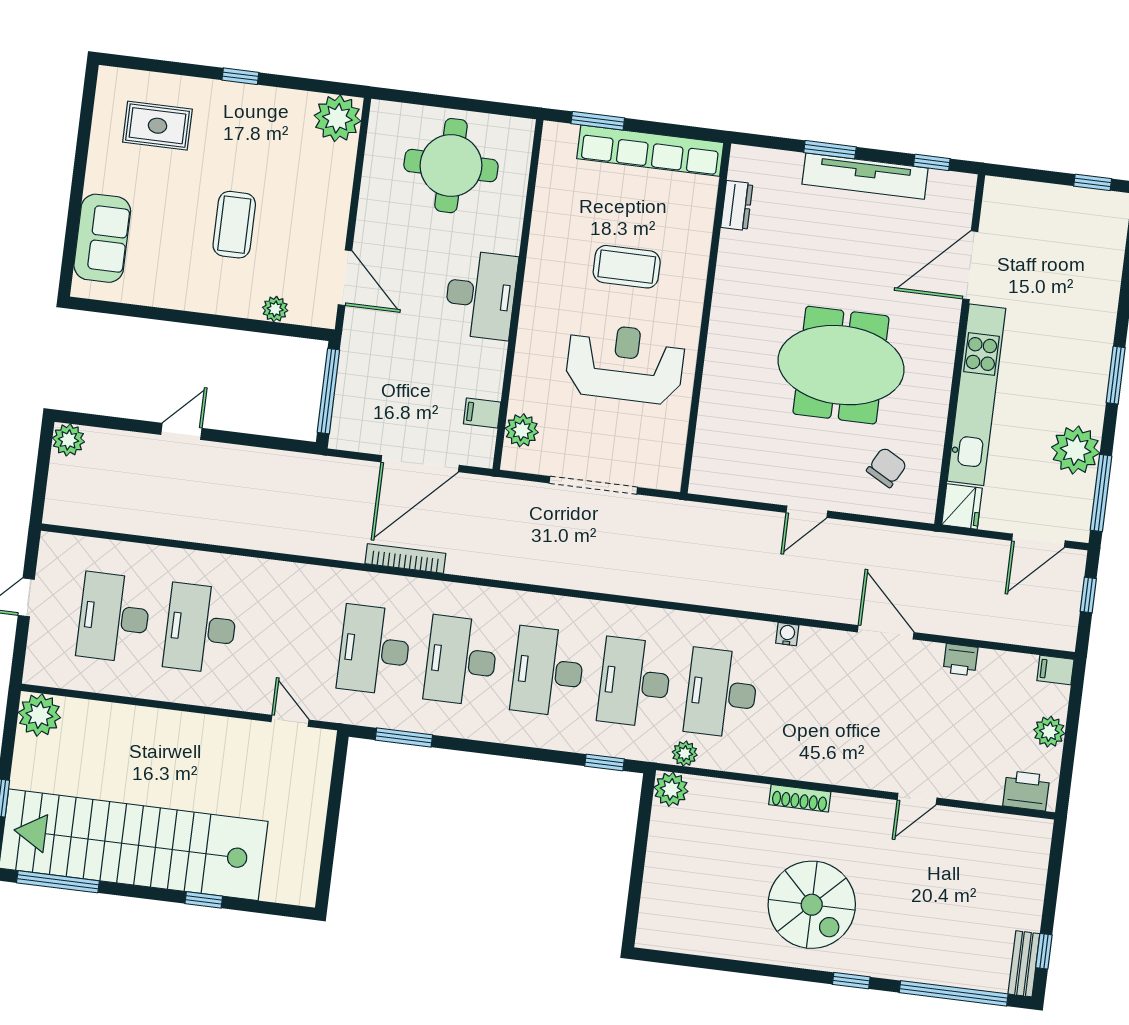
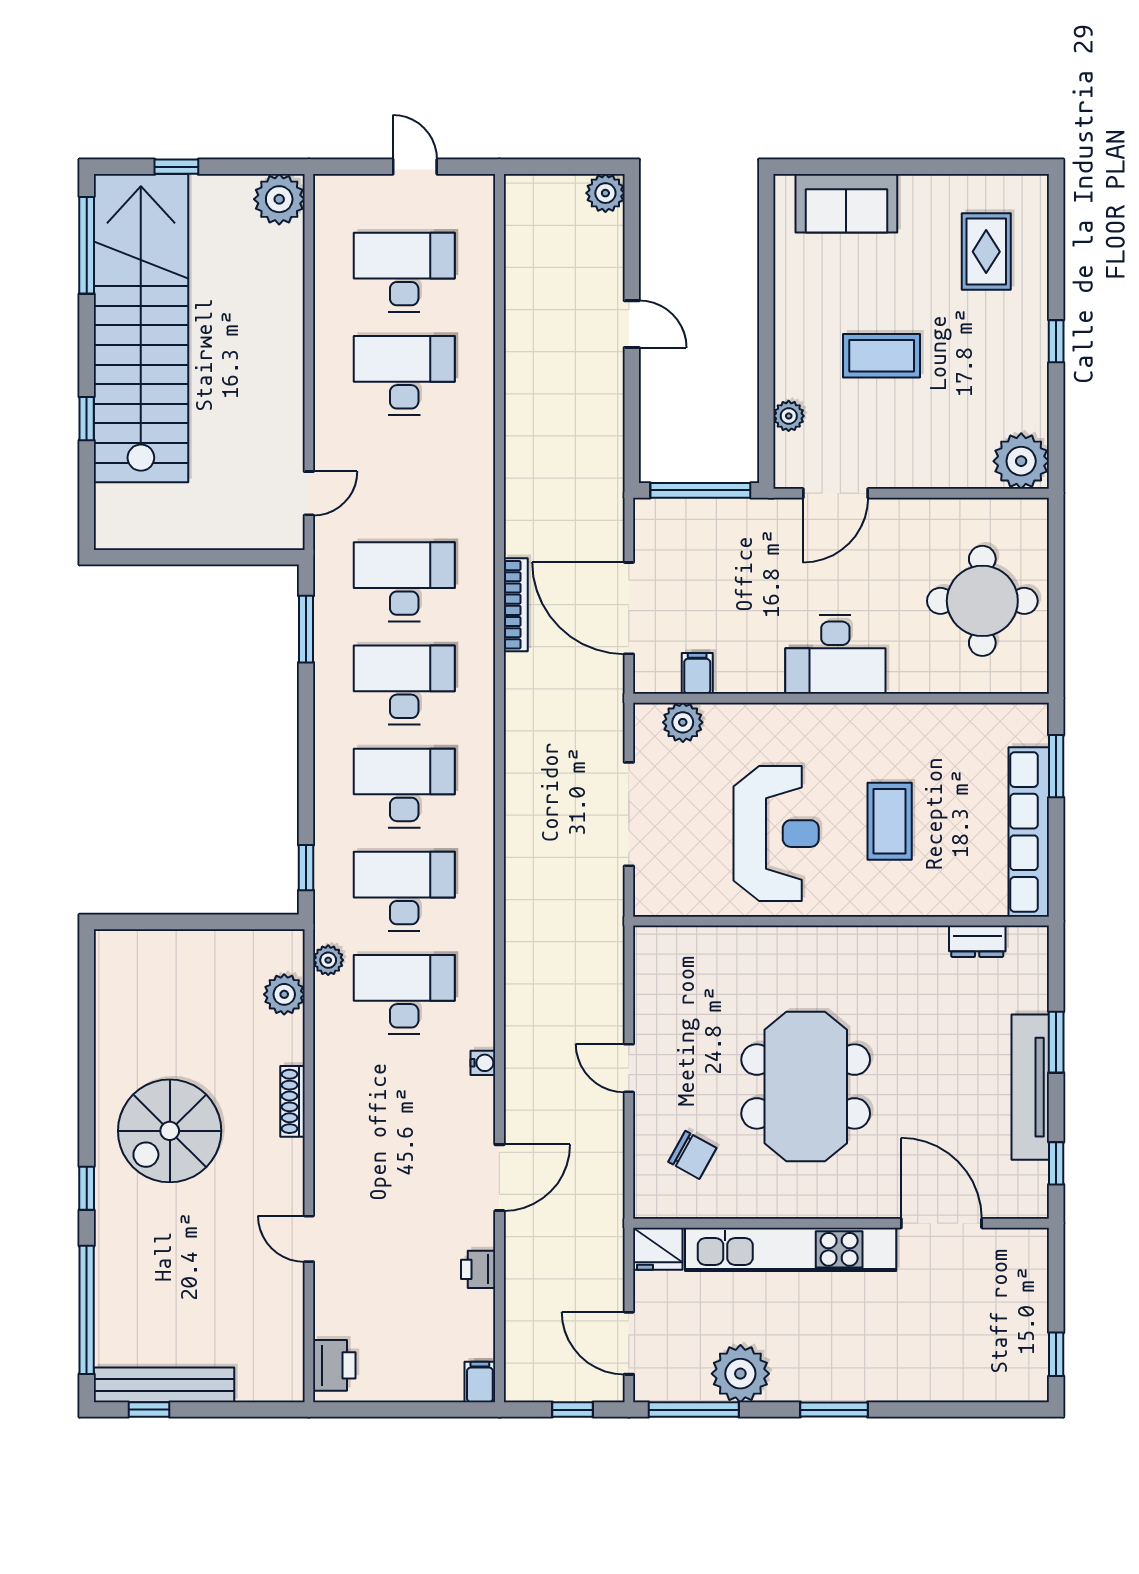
plant: (1049, 732) -> (407, 1384), removed
plant: (671, 789) -> (284, 994), moved
bench: (1024, 964) -> (164, 1385), width x1.86, depth x1.21

